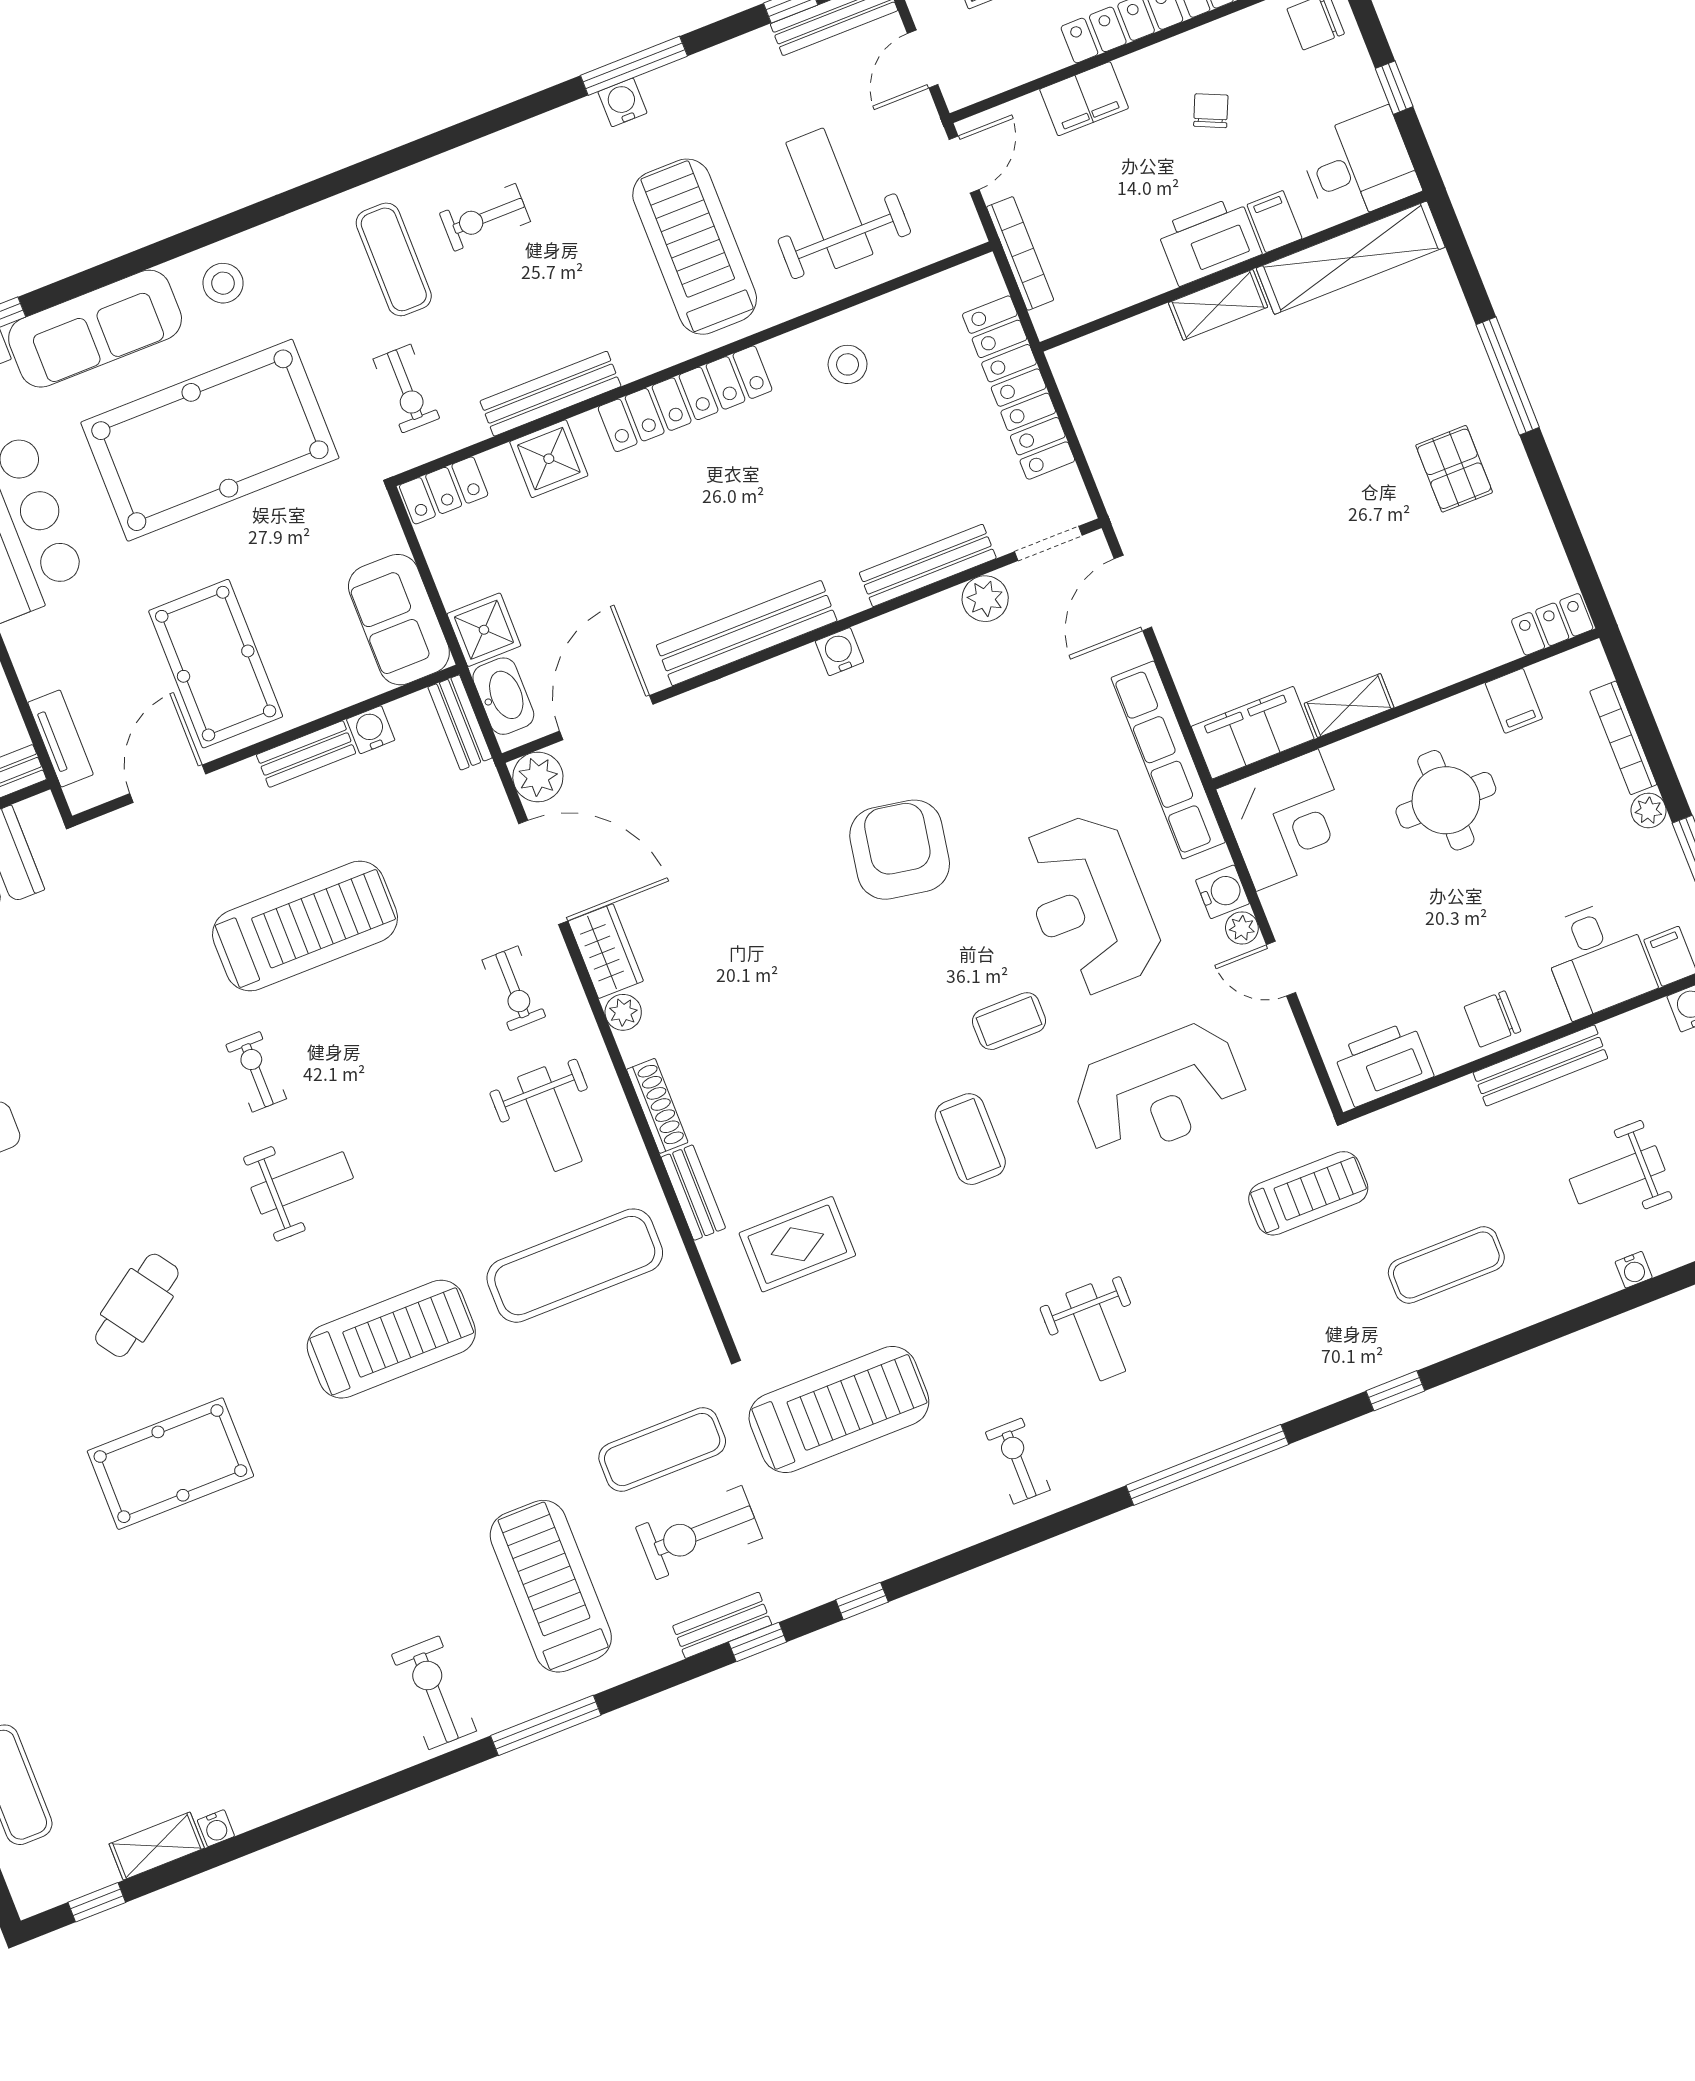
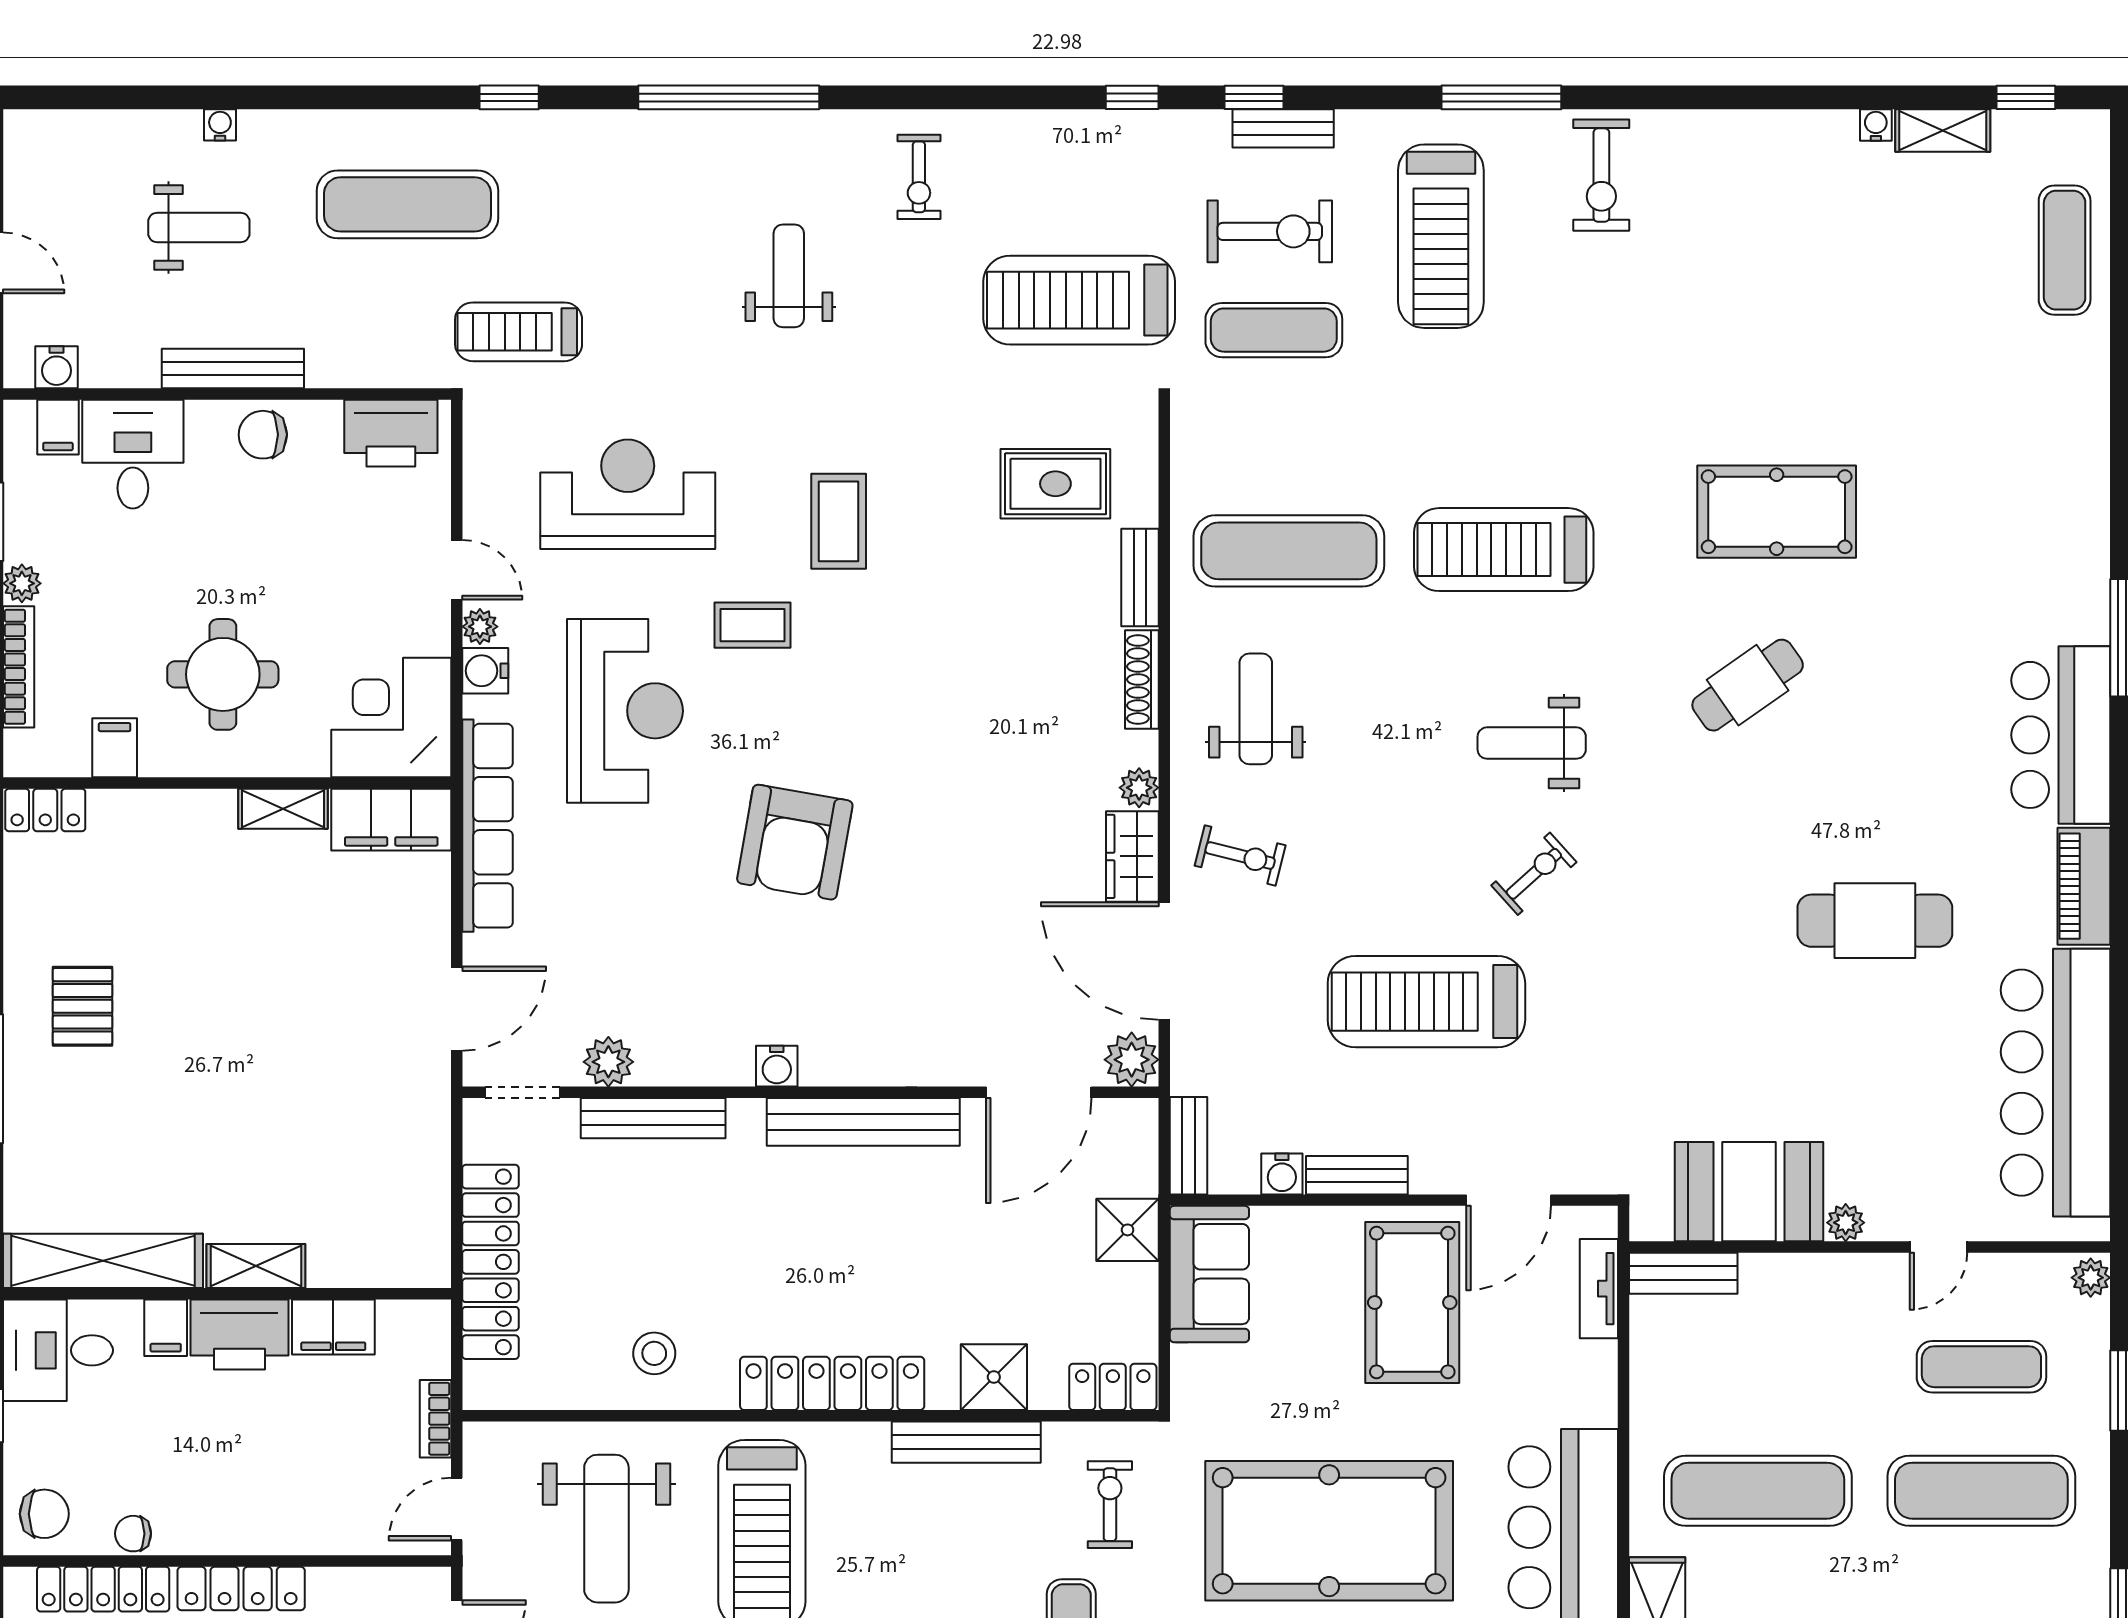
filing cabinet: (1084, 99) -> (333, 1327), moved, turned 180
chair: (1211, 111) -> (133, 1534), moved, turned 66
bookcase: (1020, 253) -> (436, 1419), width x0.64
washbasin: (503, 696) -> (1134, 1155), removed
exercise bike: (514, 988) -> (1240, 856), turned 104
chair: (1493, 1019) -> (263, 435), turned 180
exercise bike: (256, 1072) -> (1534, 874), turned -132
exercise mat: (1446, 1265) -> (407, 204), width x1.36, depth x1.45

